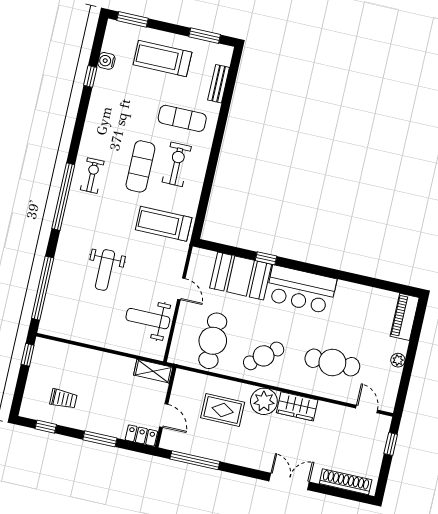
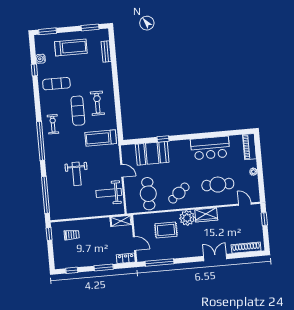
treadmill: (162, 58) -> (71, 47), turned 180
exercise mat: (182, 118) -> (56, 84), moved
bar counter: (301, 289) -> (210, 148), moved
trolley: (63, 399) -> (72, 235), moved

